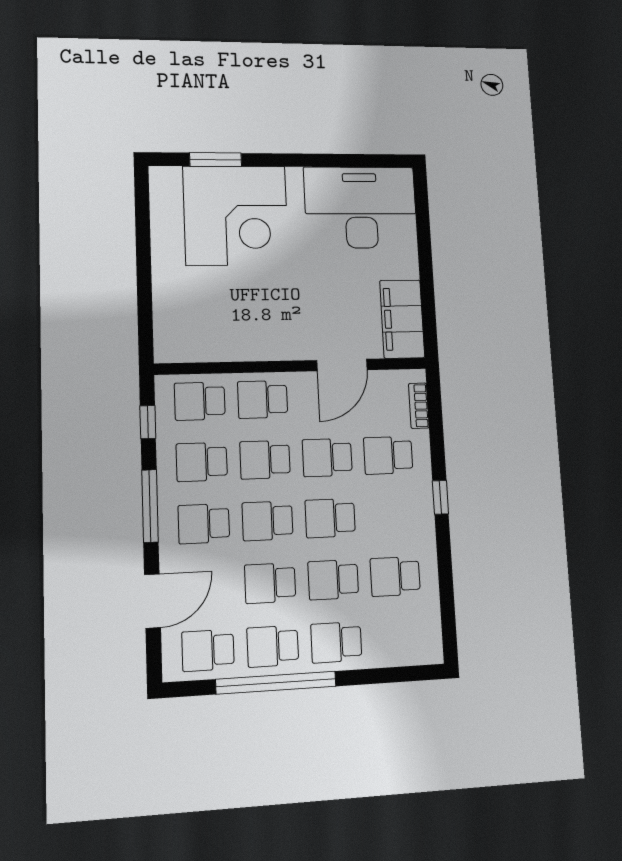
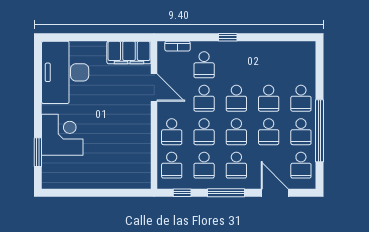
corner desk: (236, 216) -> (62, 135), width x0.74, depth x0.74
school desk: (395, 576) -> (269, 65), removed

